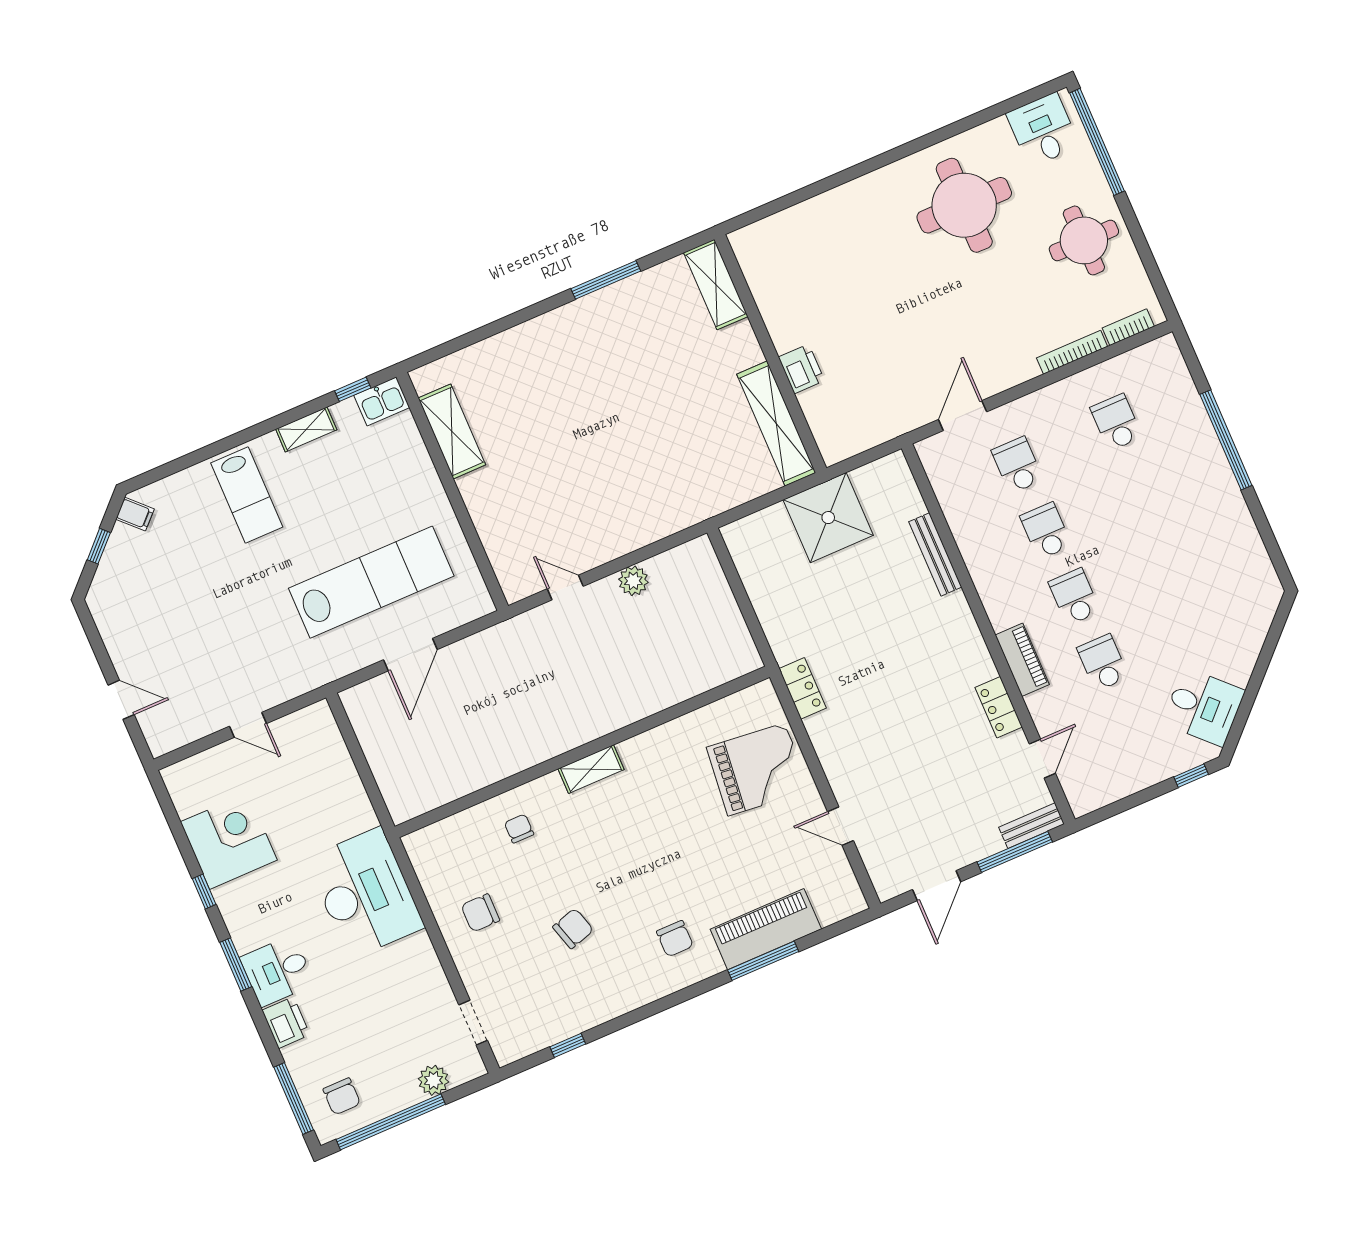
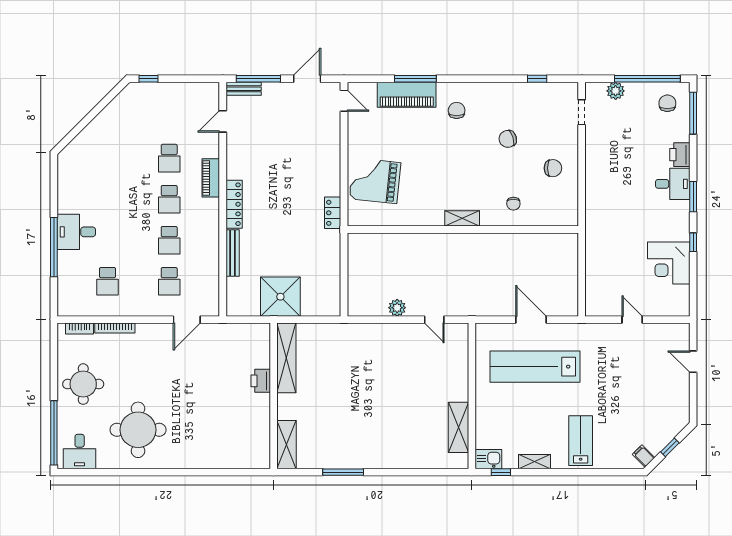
door: (410, 655) -> (531, 320), hinge flipped
locker: (999, 707) -> (234, 204), moved, width x1.53
desk: (1203, 707) -> (76, 232), moved, turned -45
door: (841, 826) -> (344, 101), moved
desk: (365, 893) -> (609, 205), removed

